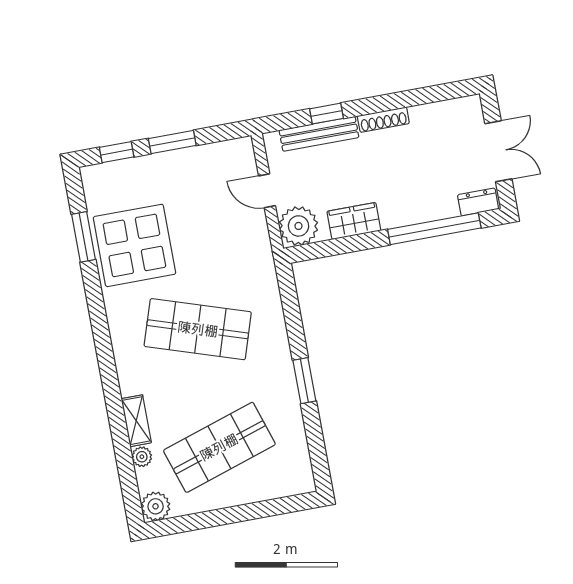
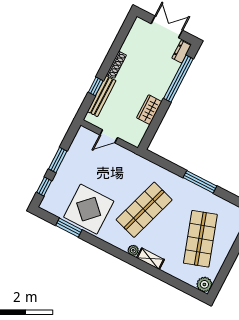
plant: (299, 226) -> (134, 134), removed
window: (304, 381) -> (200, 182), width x1.44
shelving: (136, 421) -> (150, 259), moved
plant: (142, 457) -> (133, 250), moved

